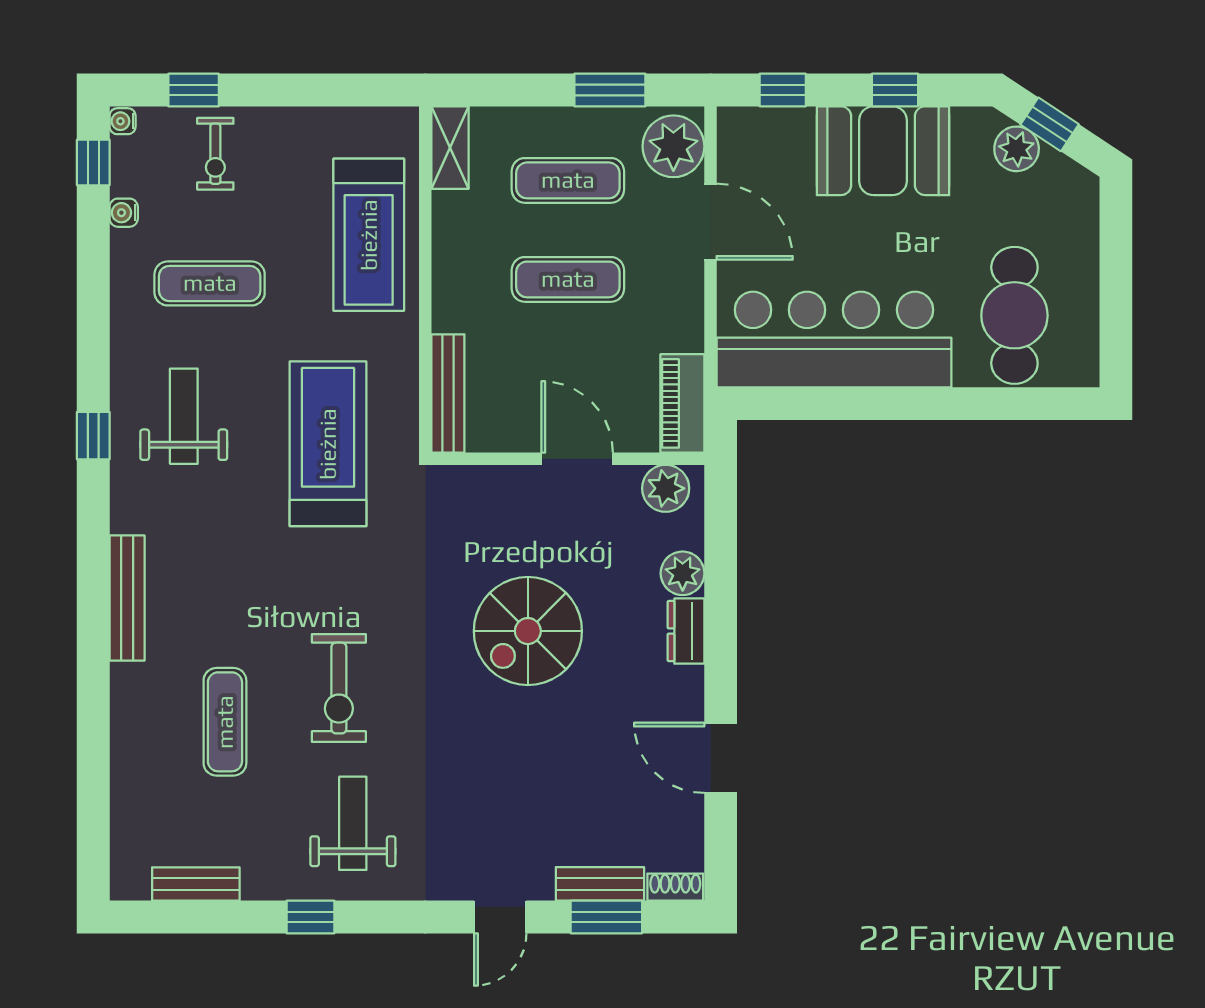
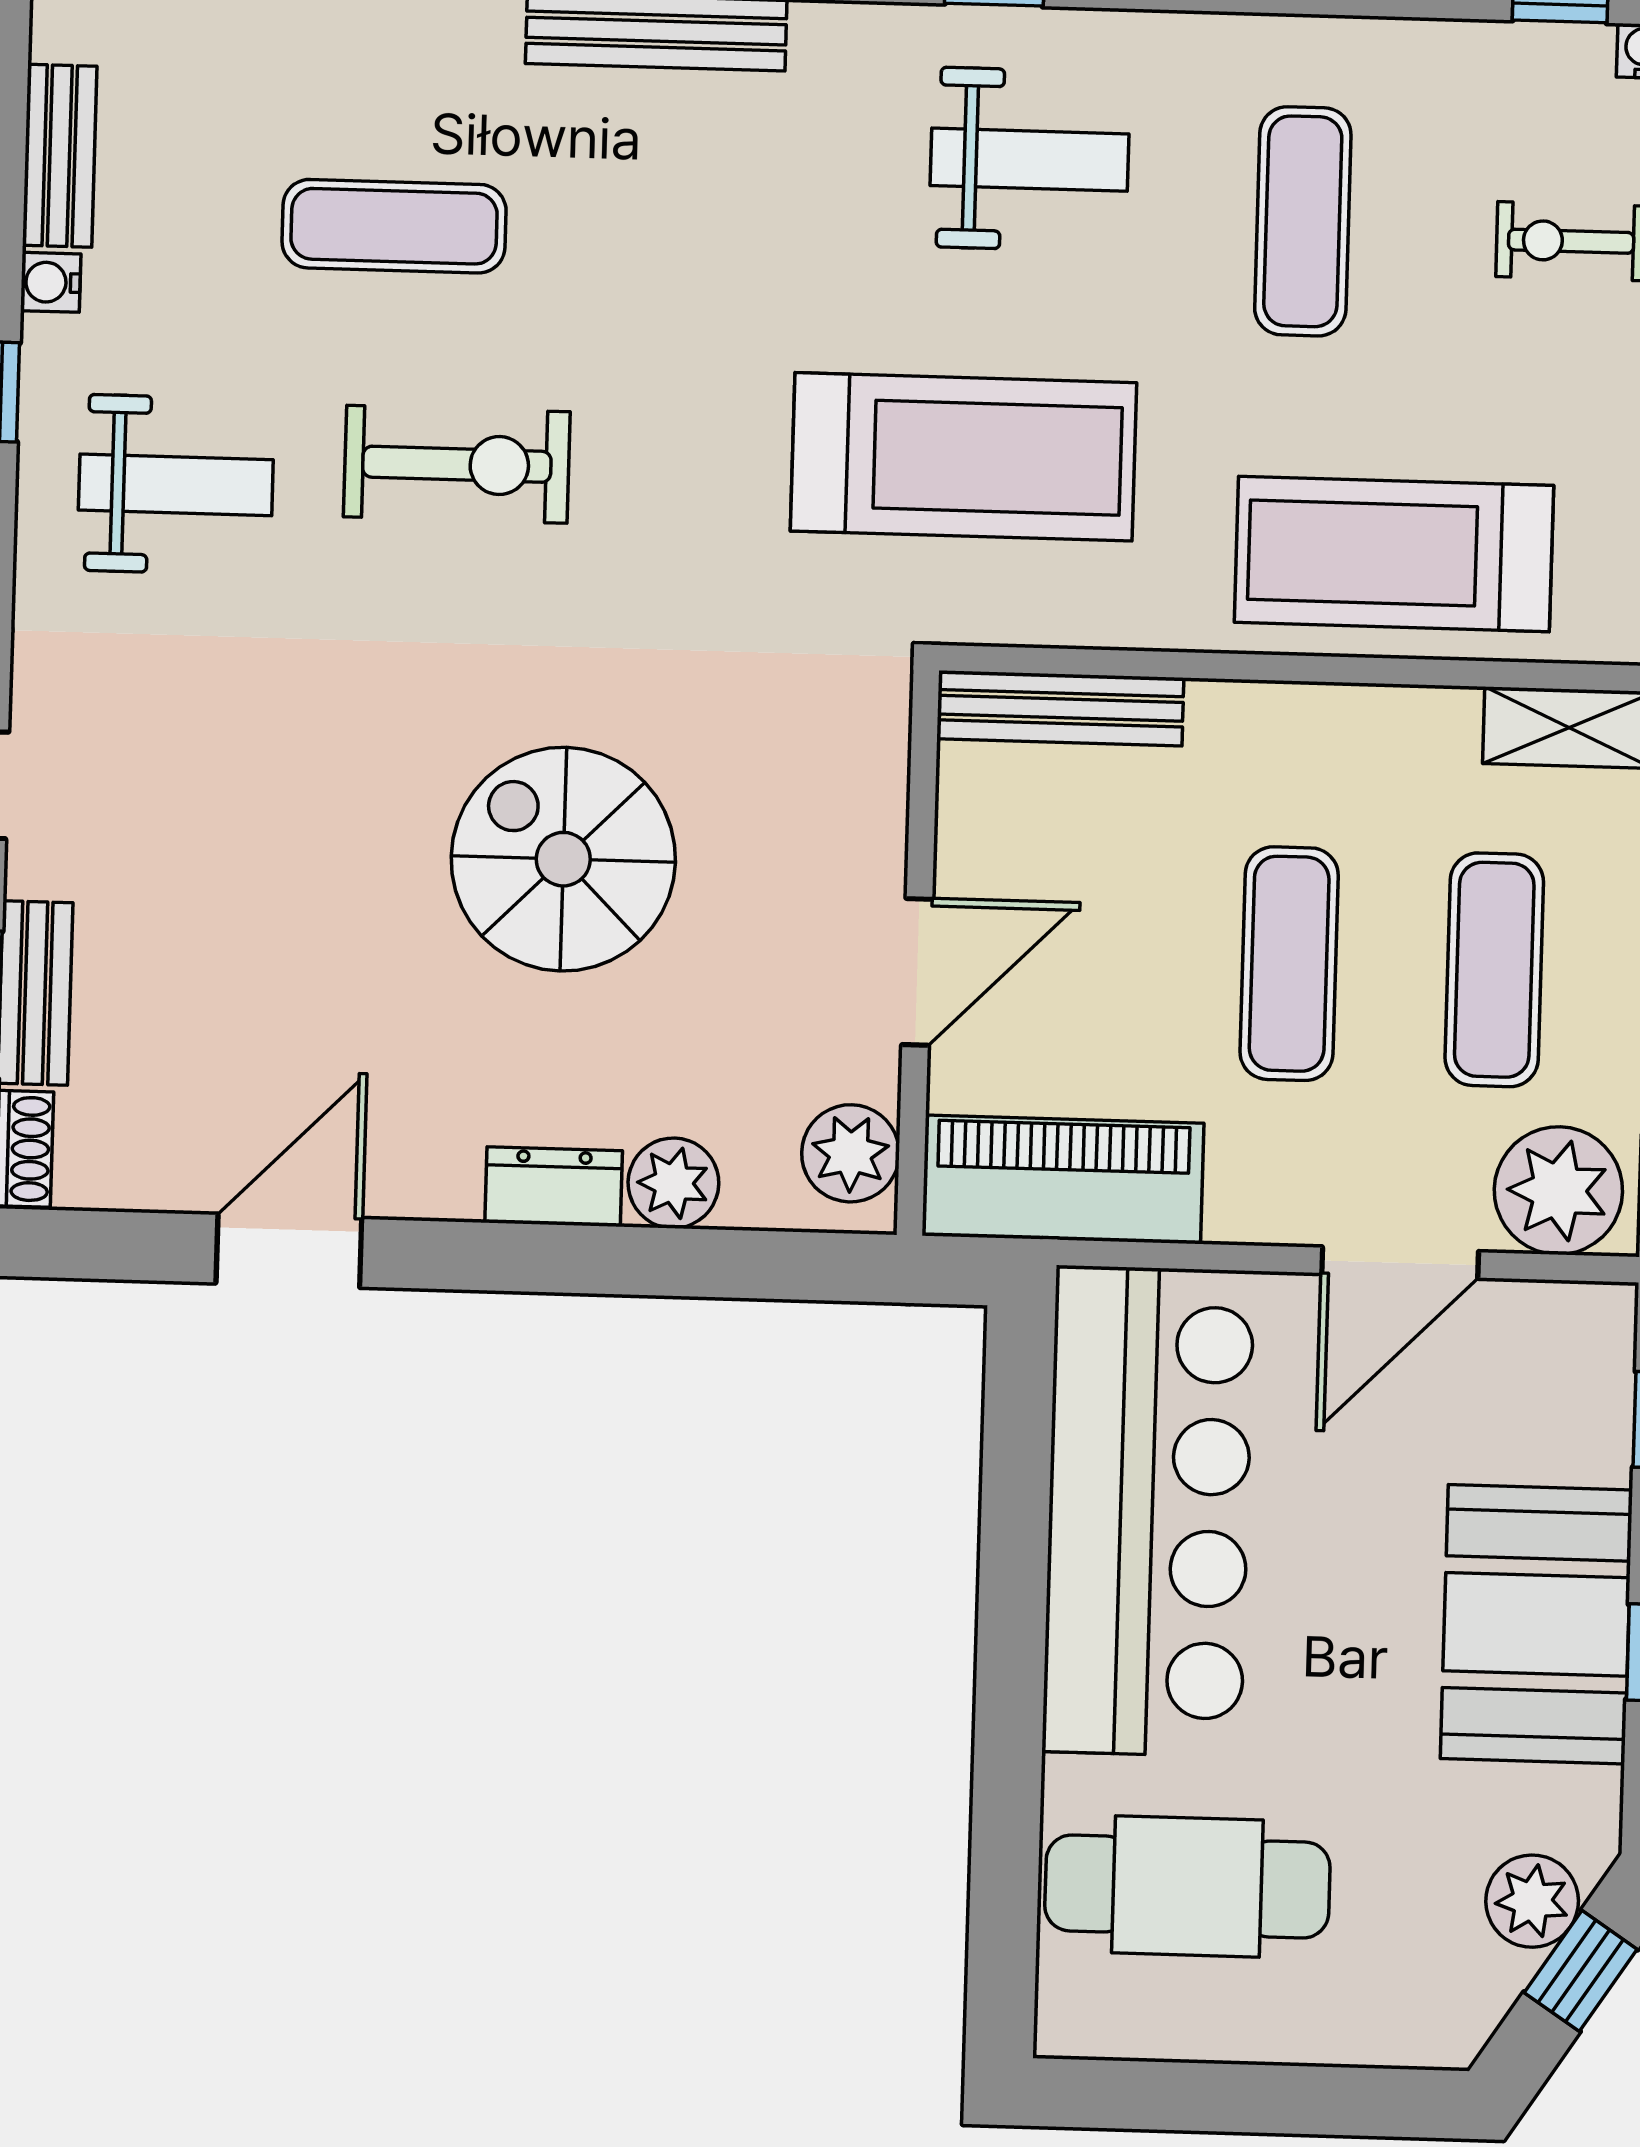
water cooler: (124, 213) -> (51, 282), moved, turned -90
piano: (682, 403) -> (1063, 1179), width x1.37, depth x1.33
exercise bike: (339, 688) -> (457, 464), turned 180

